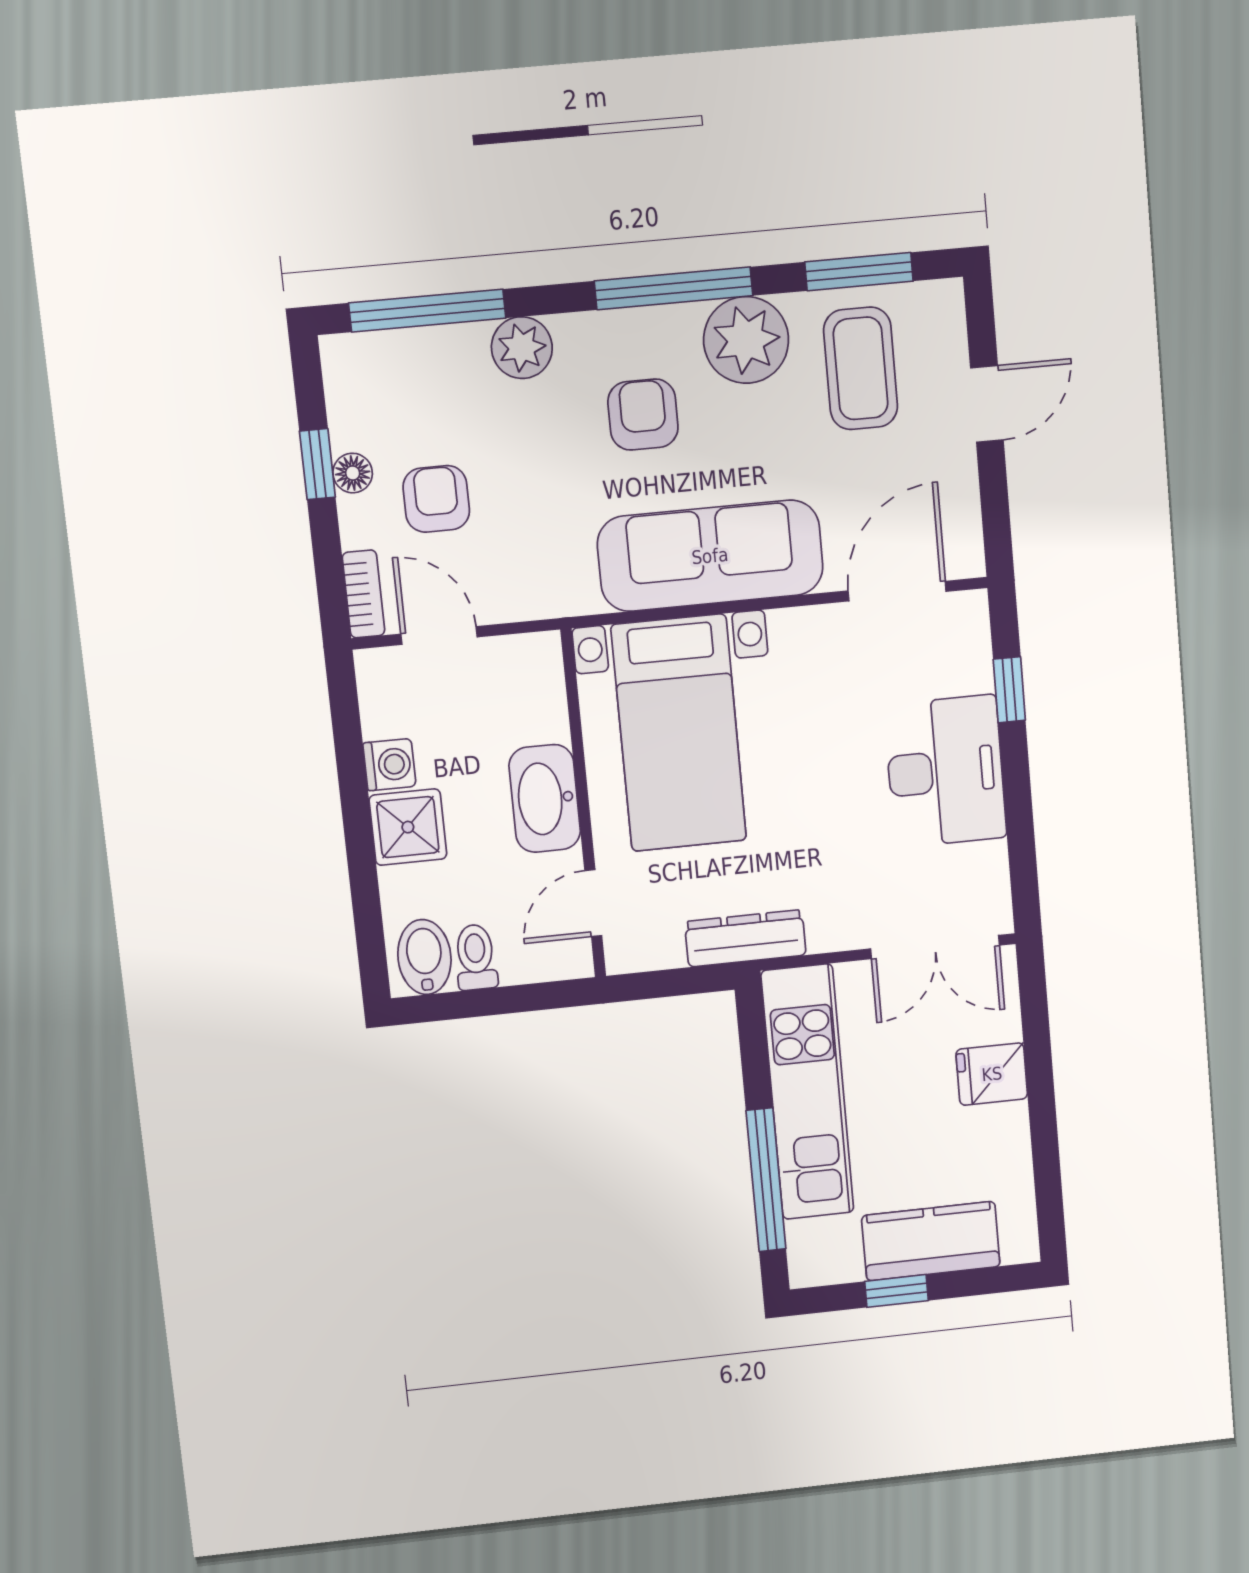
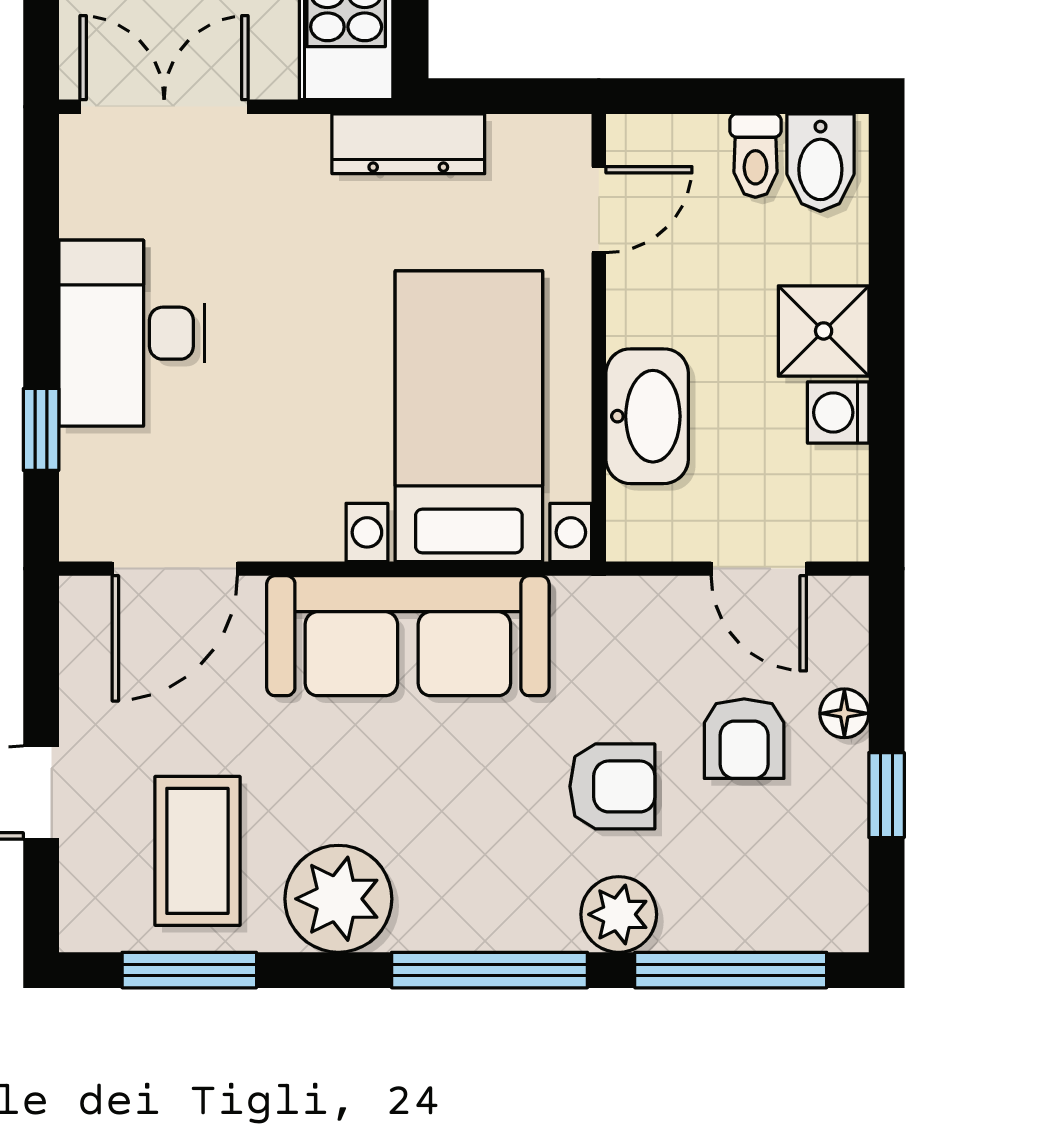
window: (674, 288) -> (490, 970), moved
armchair: (643, 415) -> (612, 786), moved, turned -90
floor lamp: (353, 473) -> (844, 713), moved
bookcase: (364, 594) -> (847, 629), removed
washbasin: (545, 798) -> (647, 416), moved

